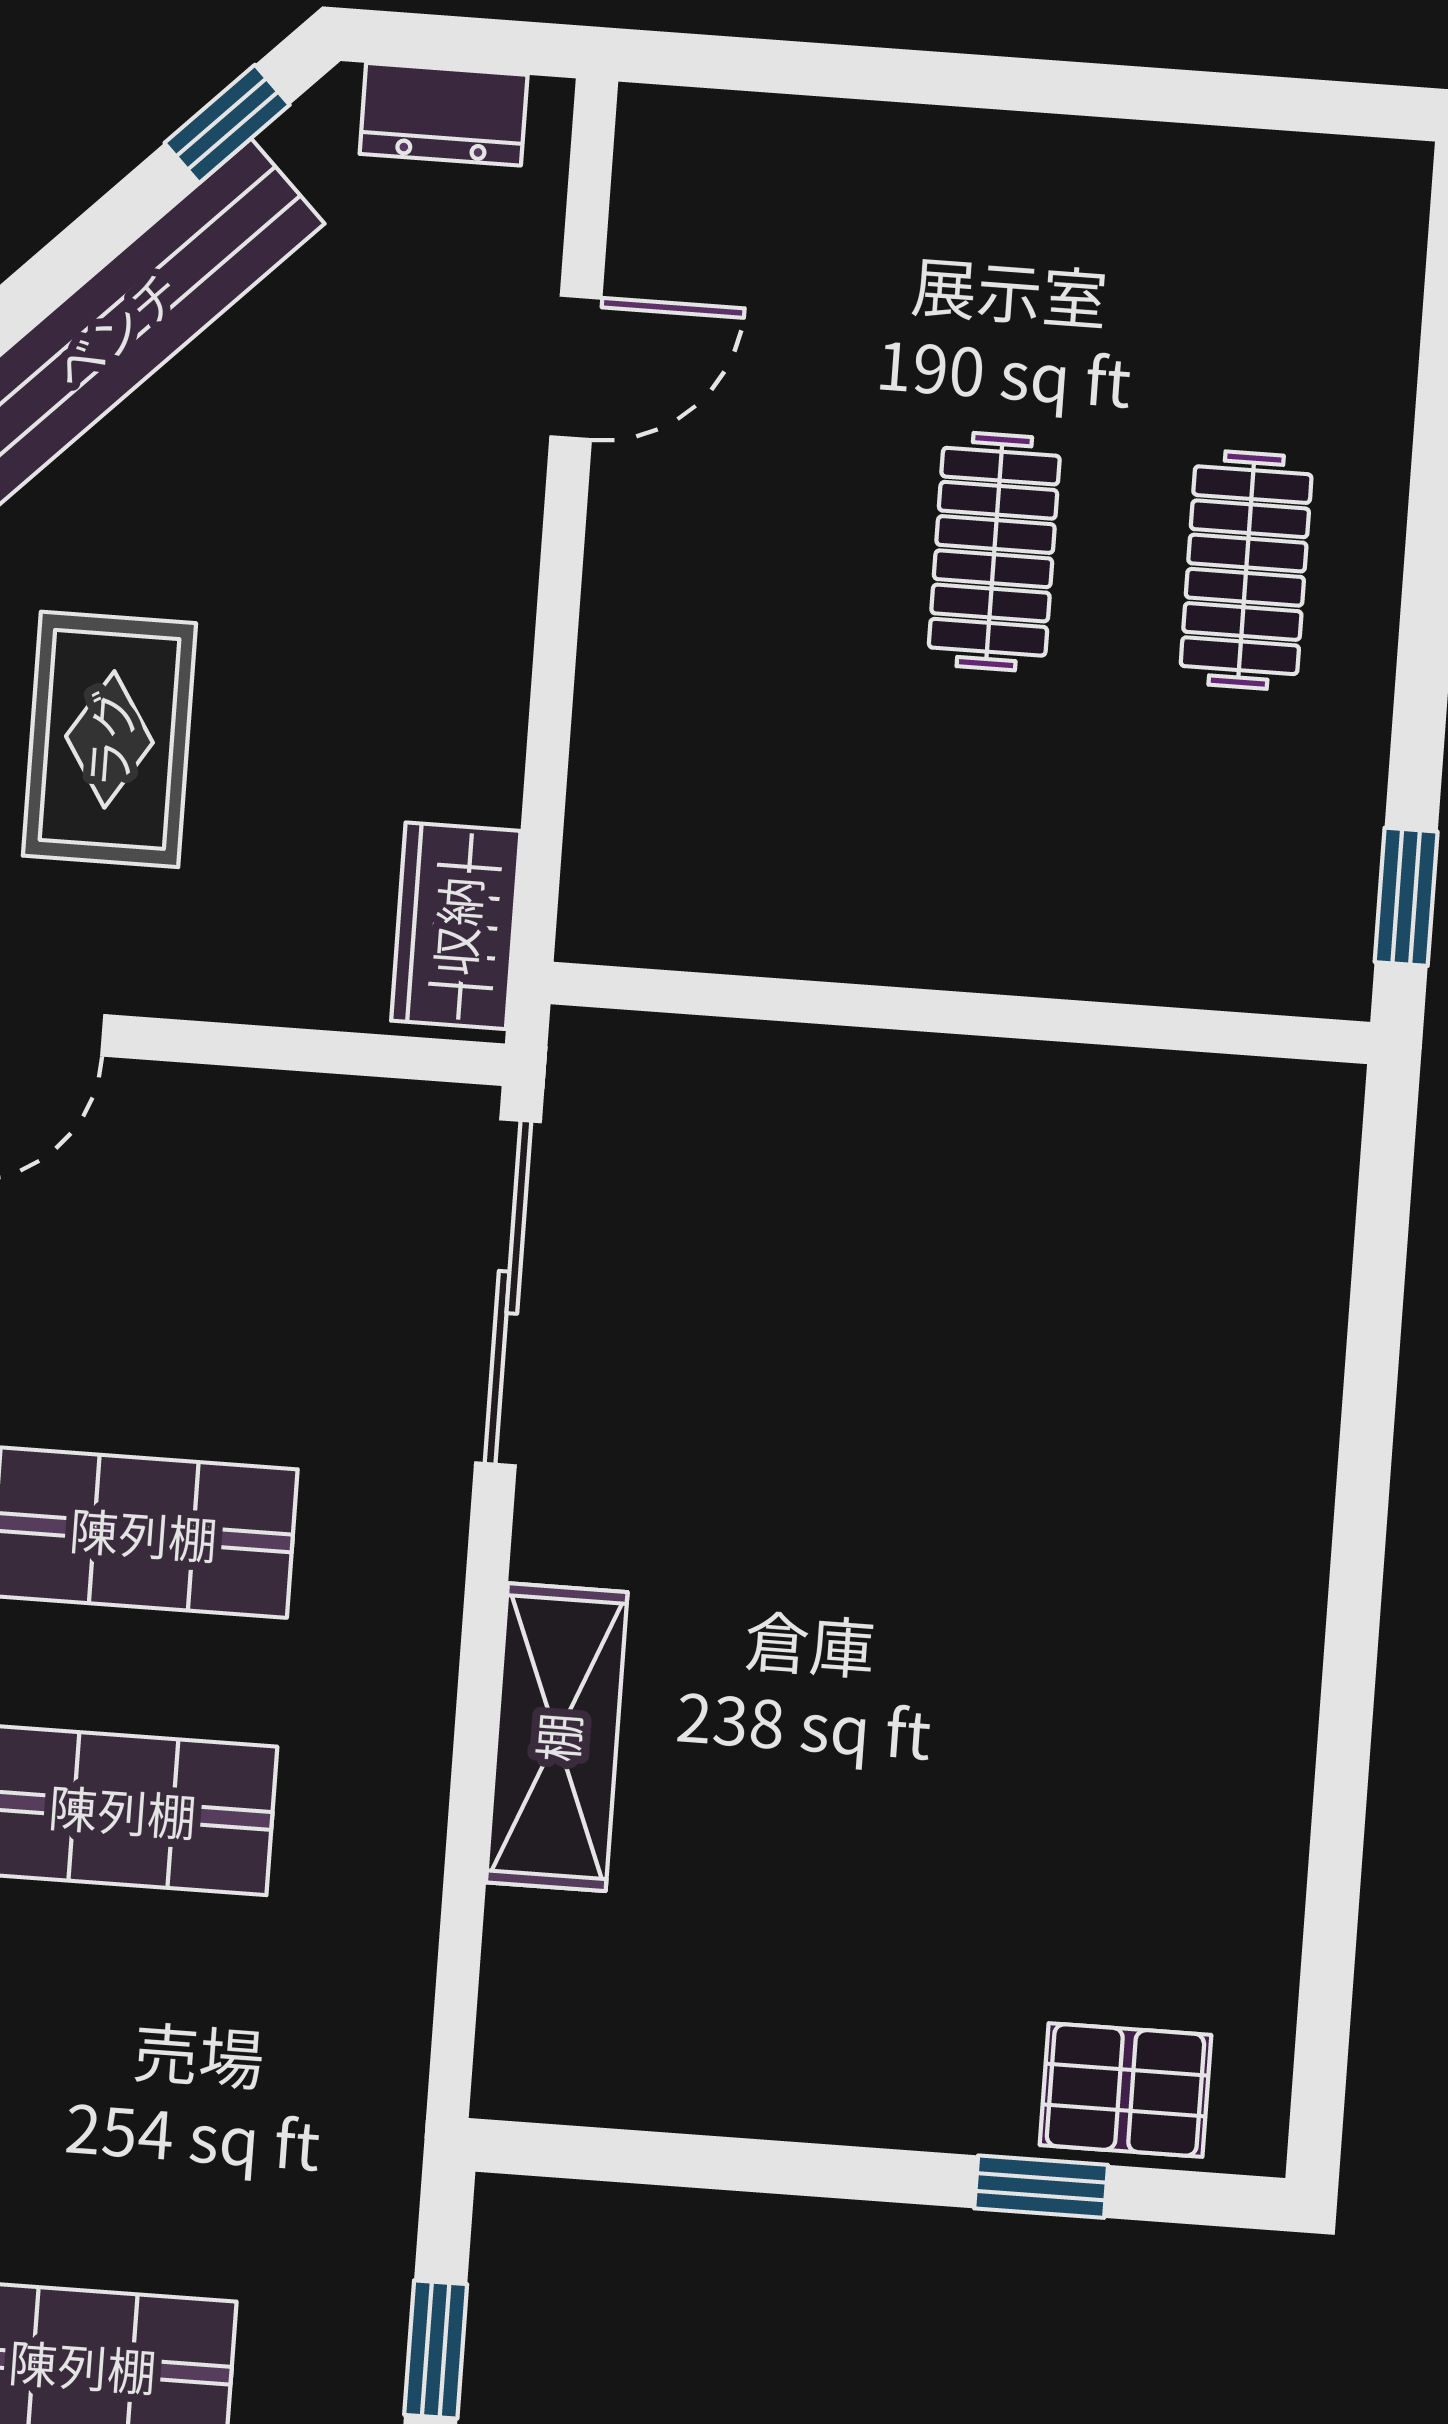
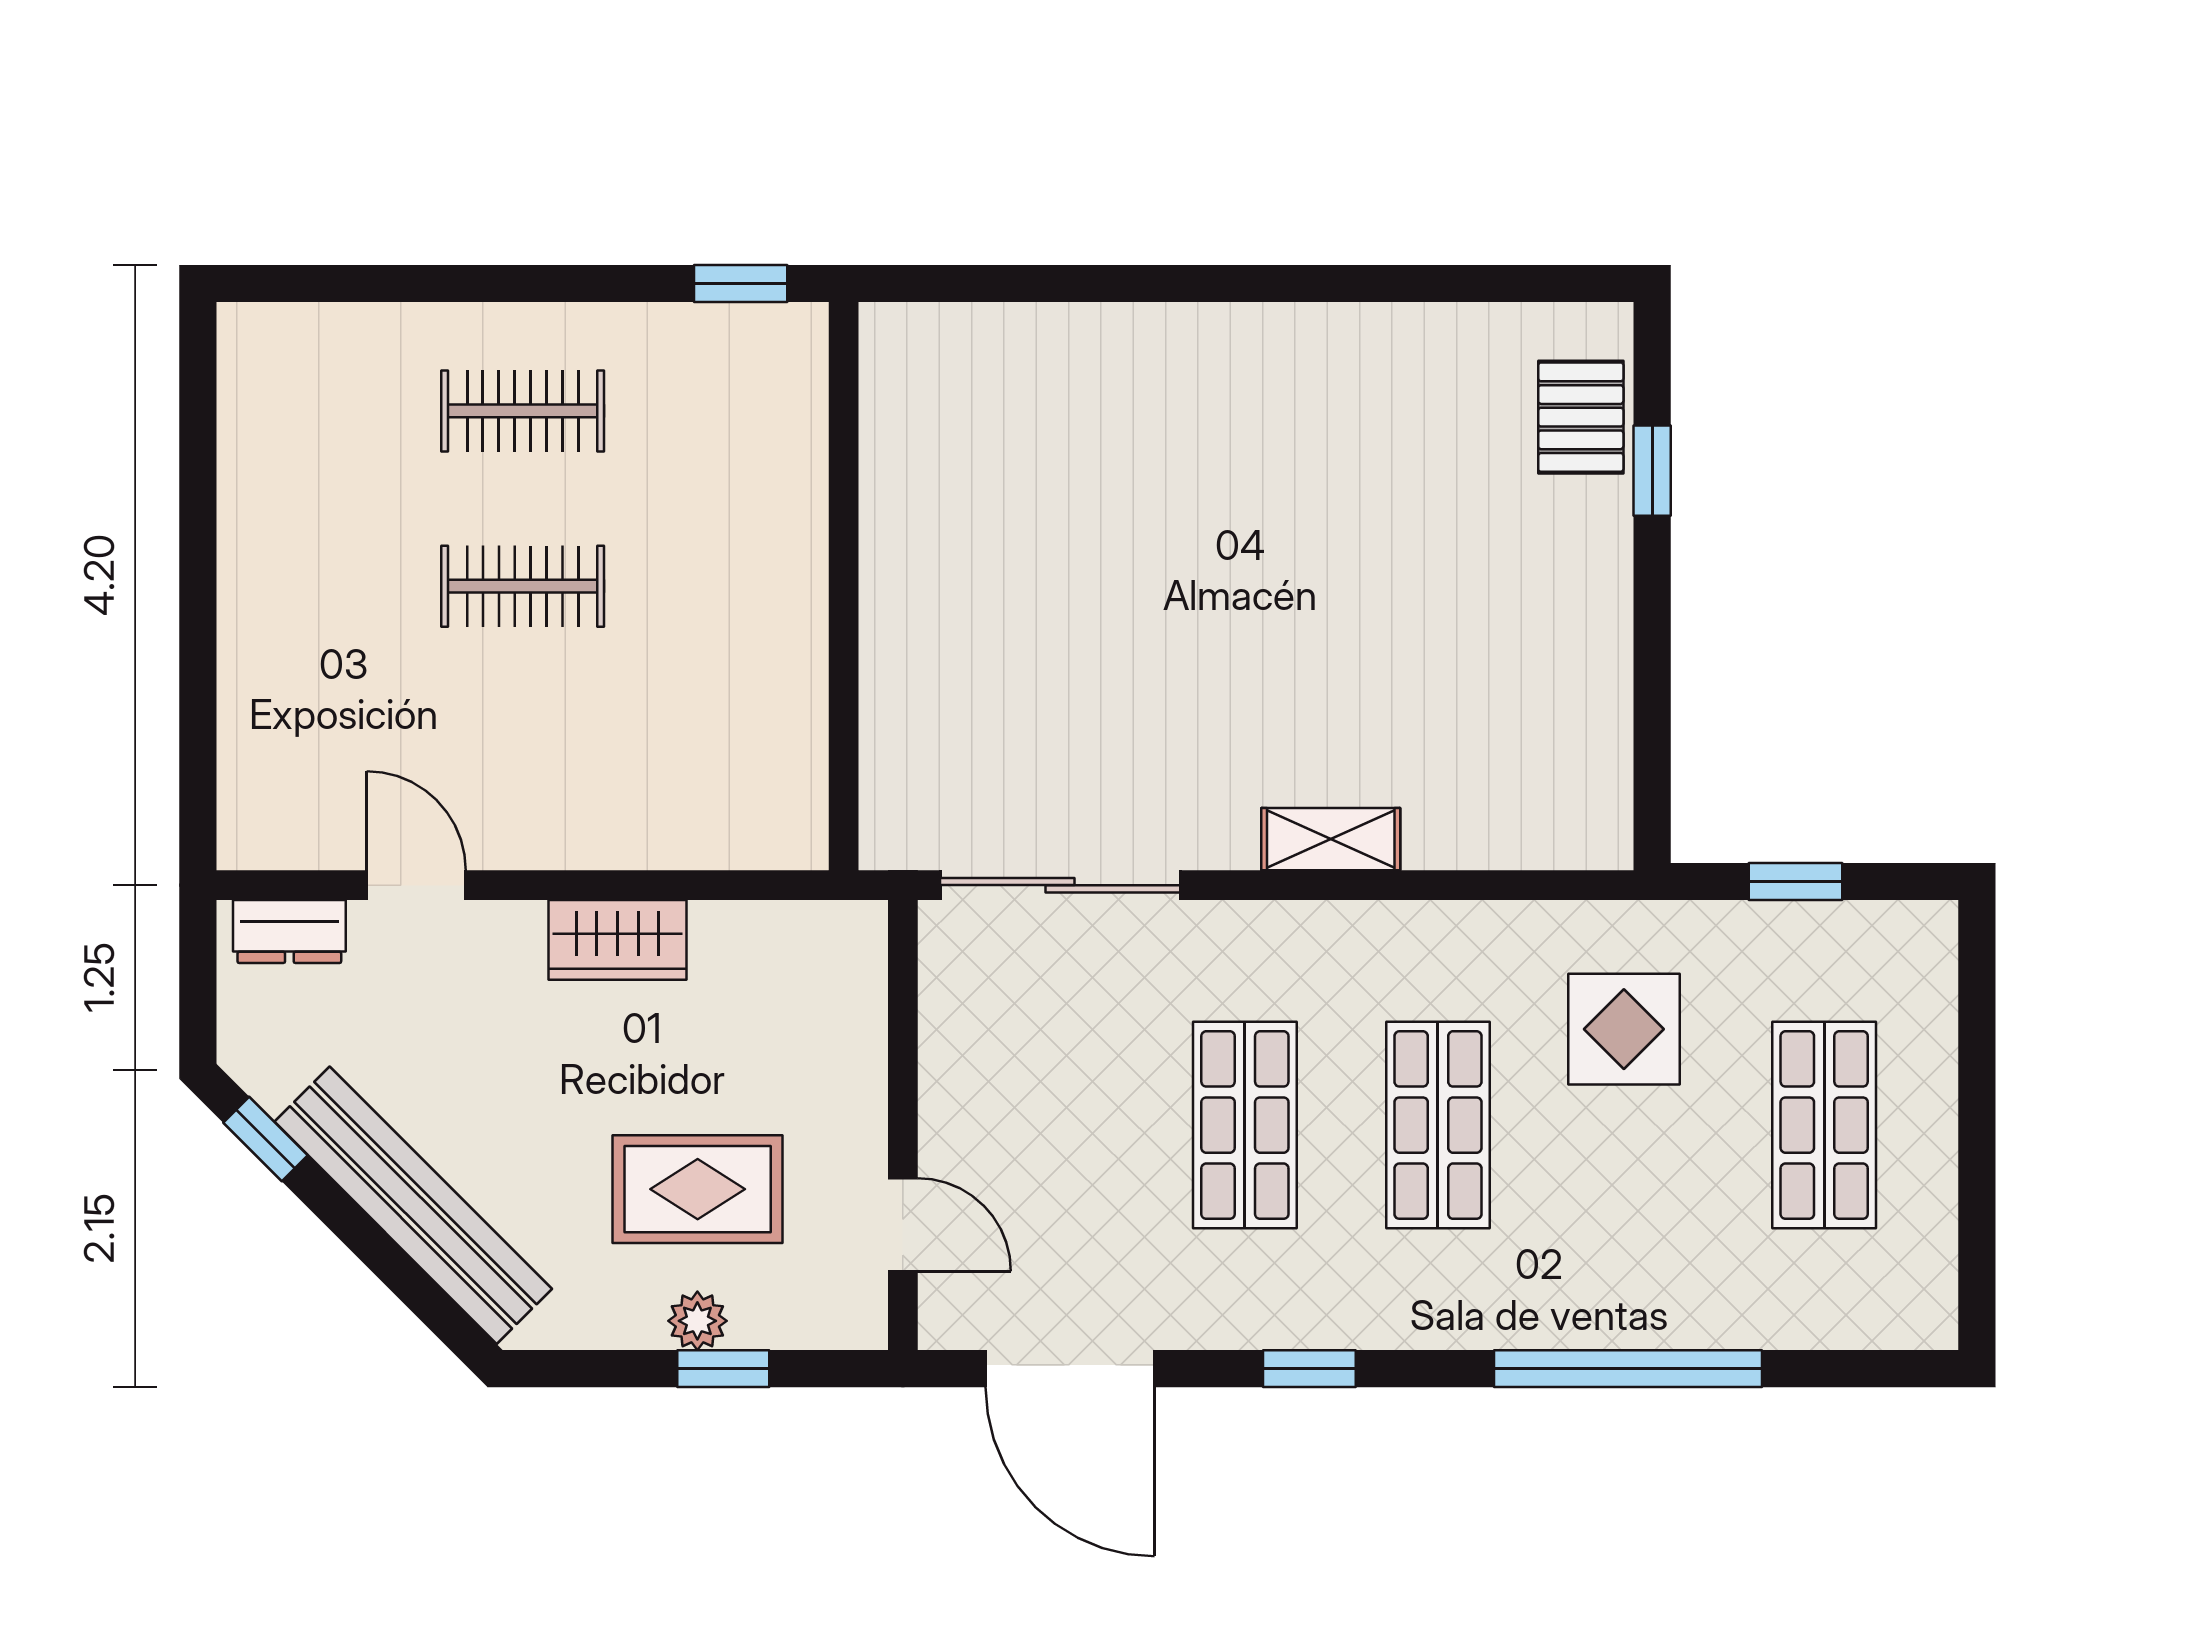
dresser: (444, 114) -> (289, 932), moved, turned 90
wardrobe: (456, 926) -> (617, 940), moved
shelving: (557, 1737) -> (1331, 839), width x0.67, depth x0.75
display table: (242, 2087) -> (1624, 1029), added

